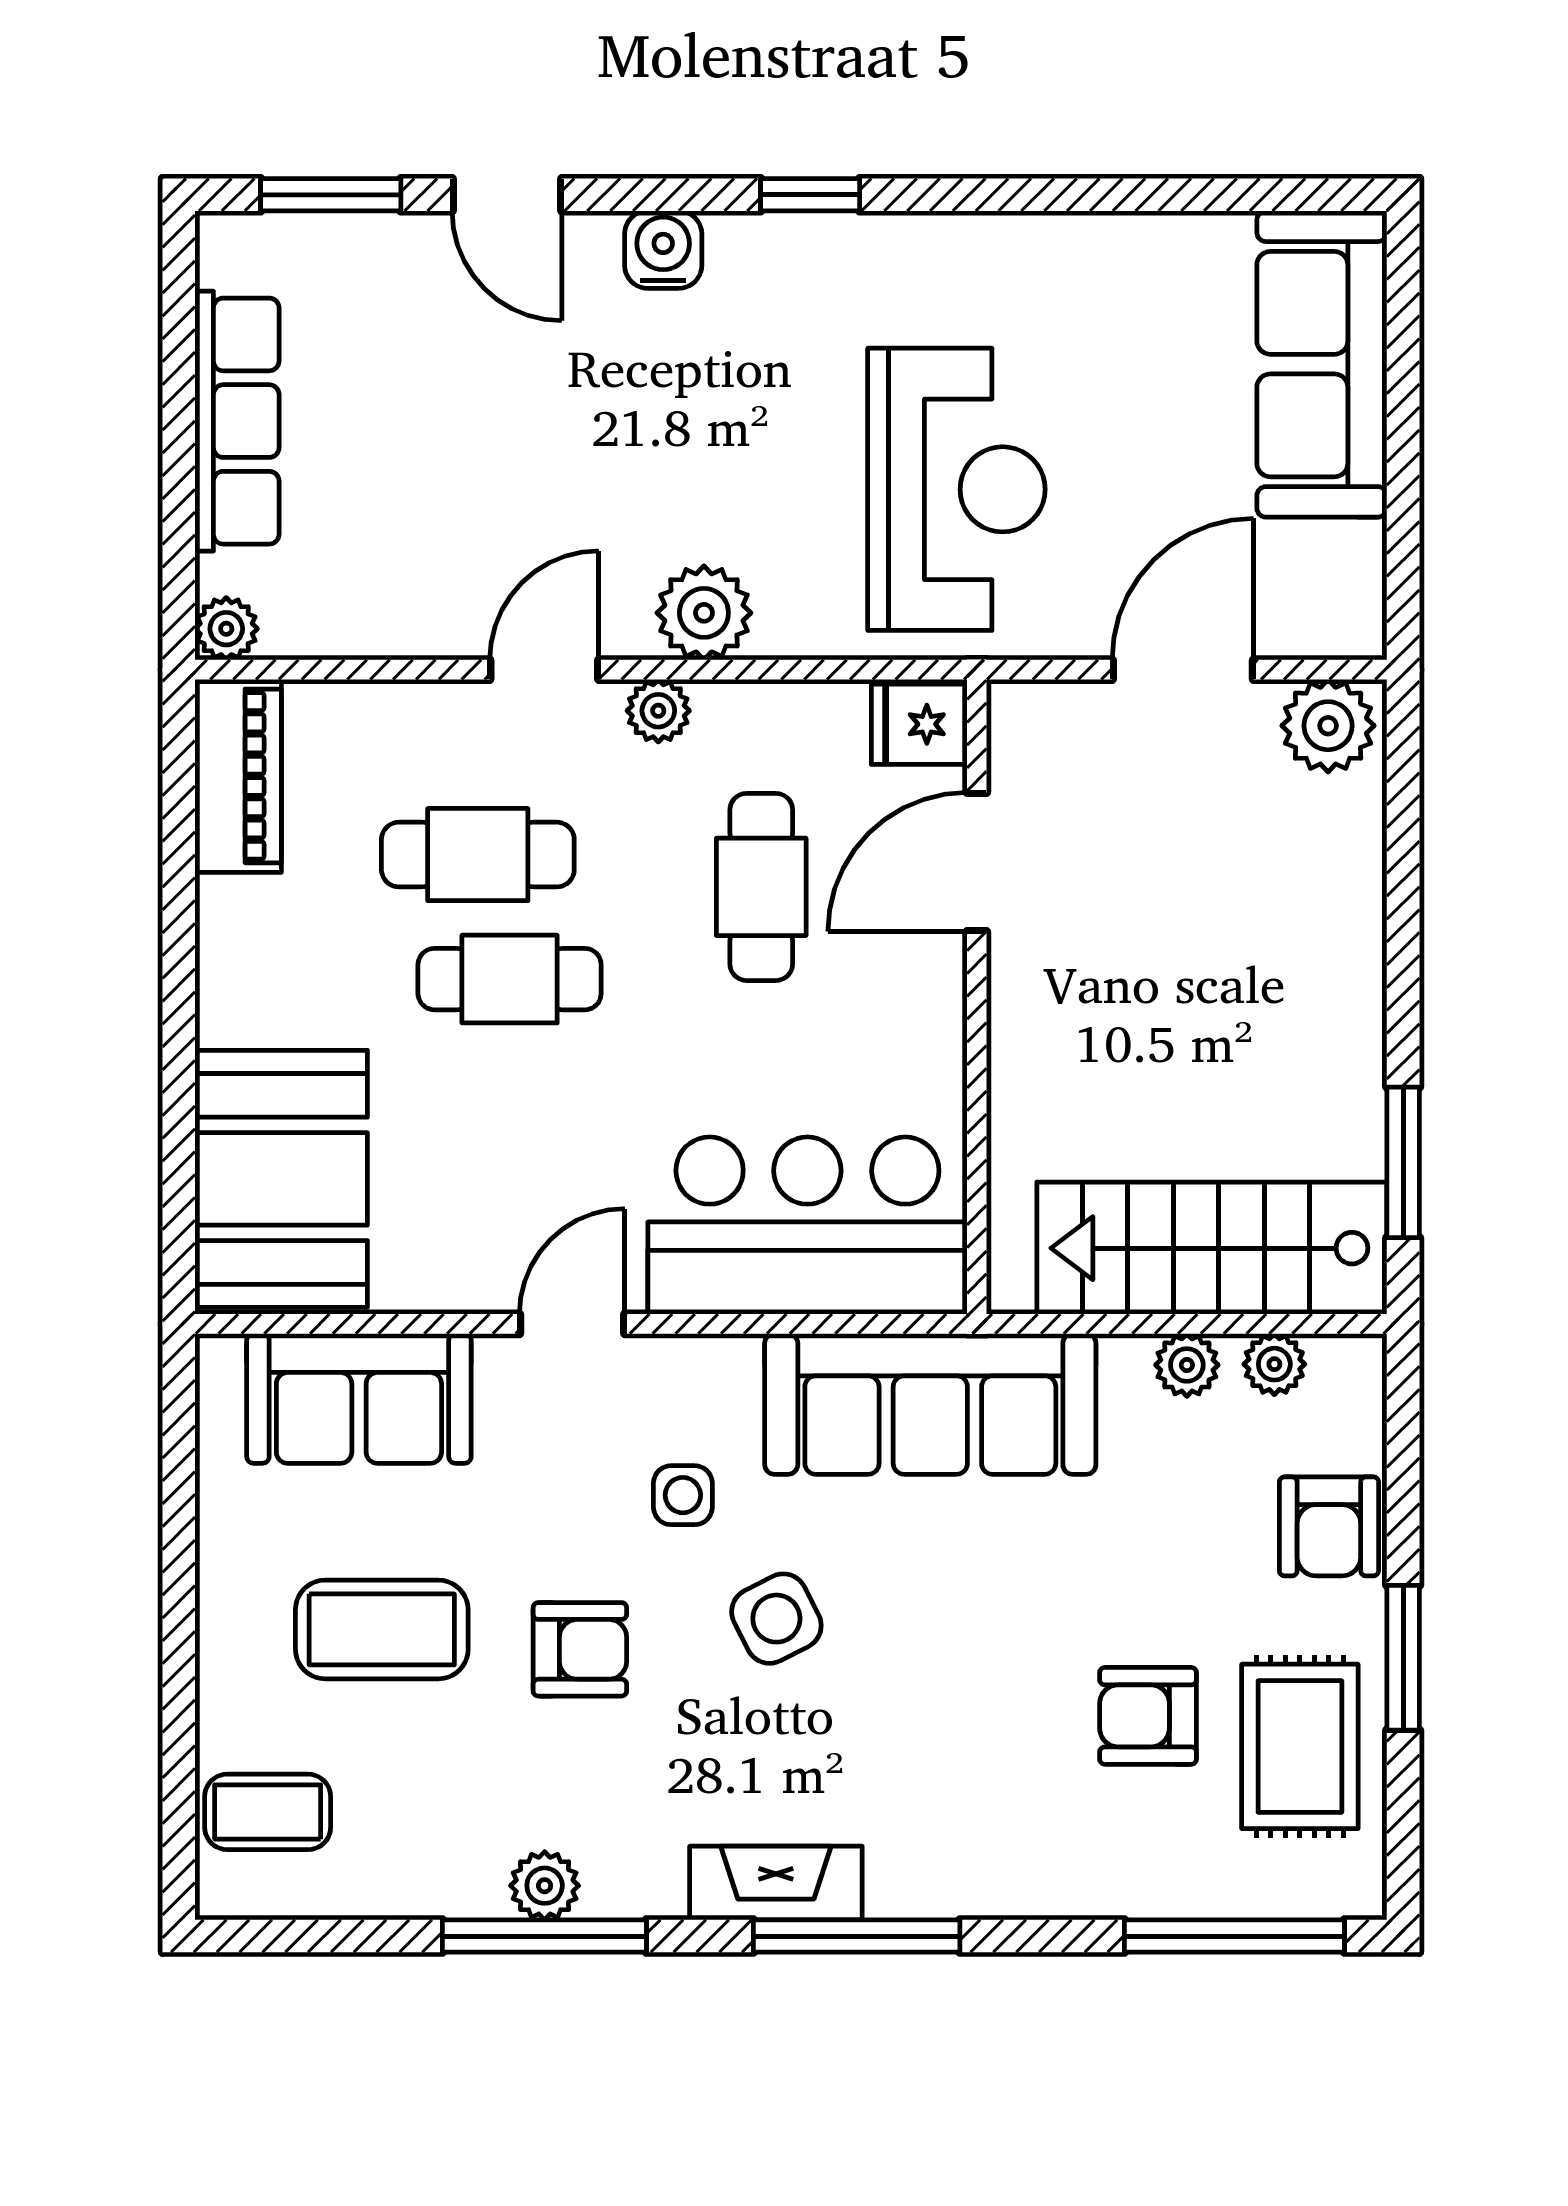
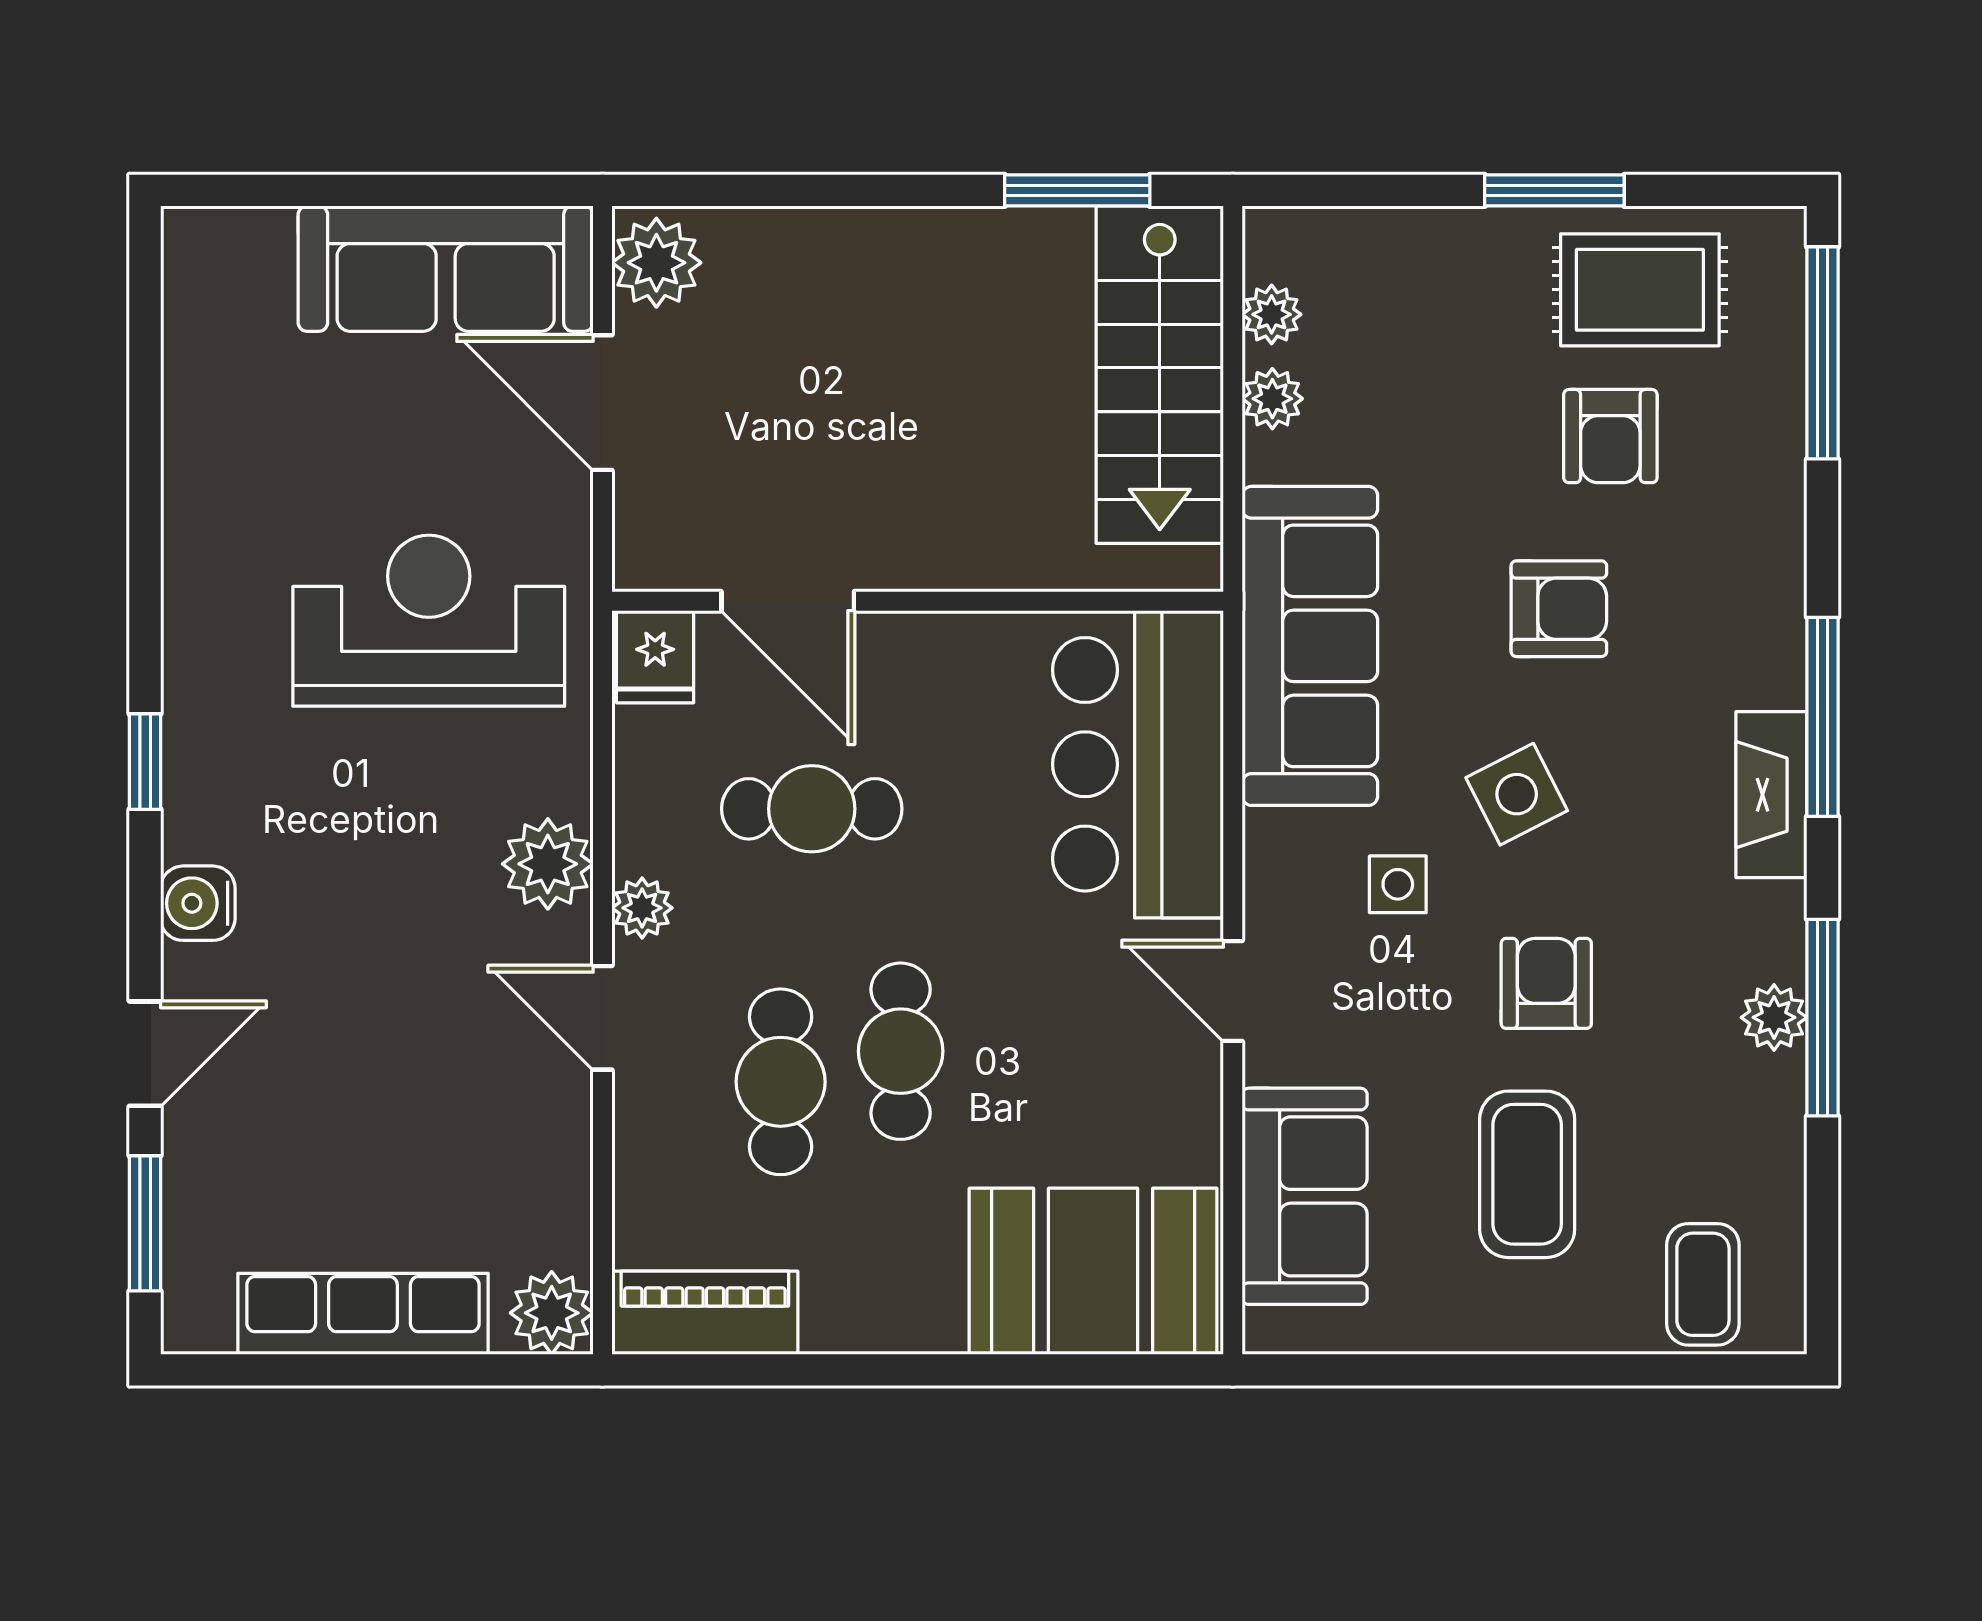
sofa: (1322, 364) -> (446, 269), moved
plant: (226, 629) -> (552, 1313), width x1.38, depth x1.38
armchair: (1329, 1526) -> (1559, 609), moved

